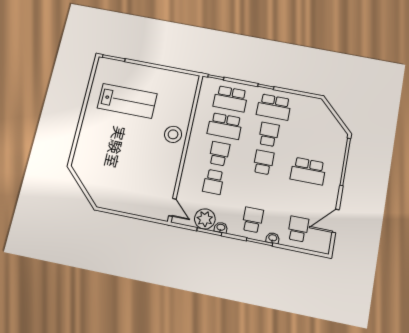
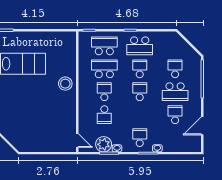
school desk: (230, 99) -> (104, 46), turned 180
school desk: (225, 126) -> (104, 69), turned 180
school desk: (313, 143) -> (175, 69), added
school desk: (298, 229) -> (175, 115), moved

